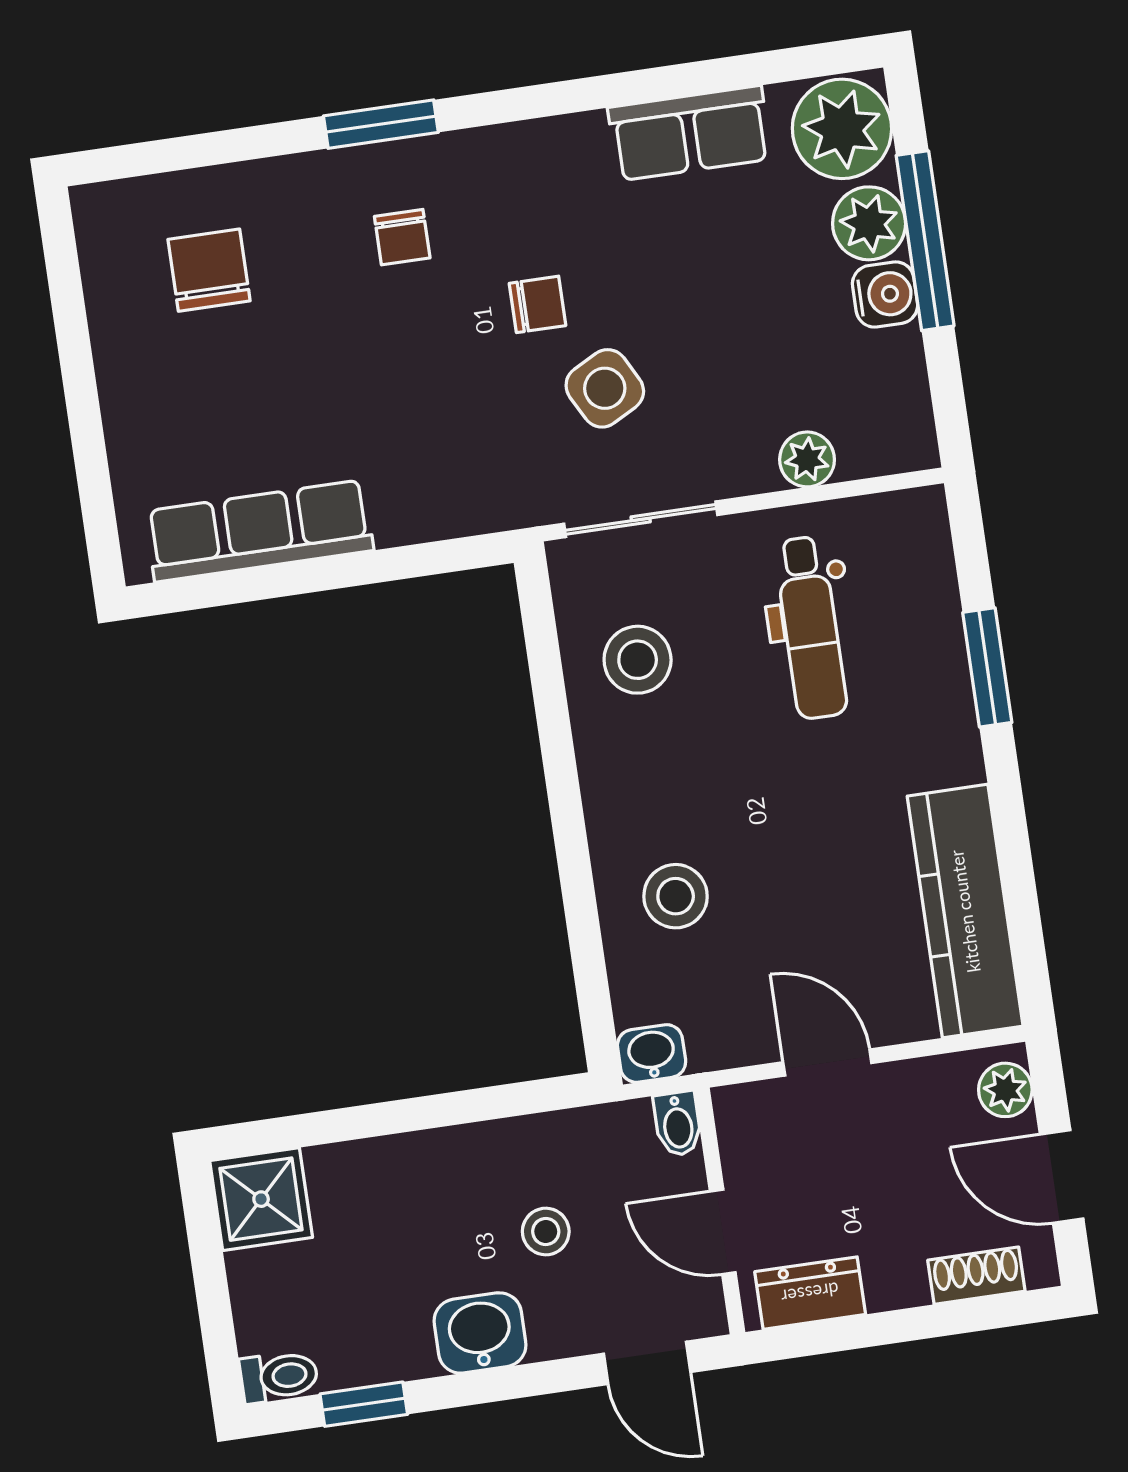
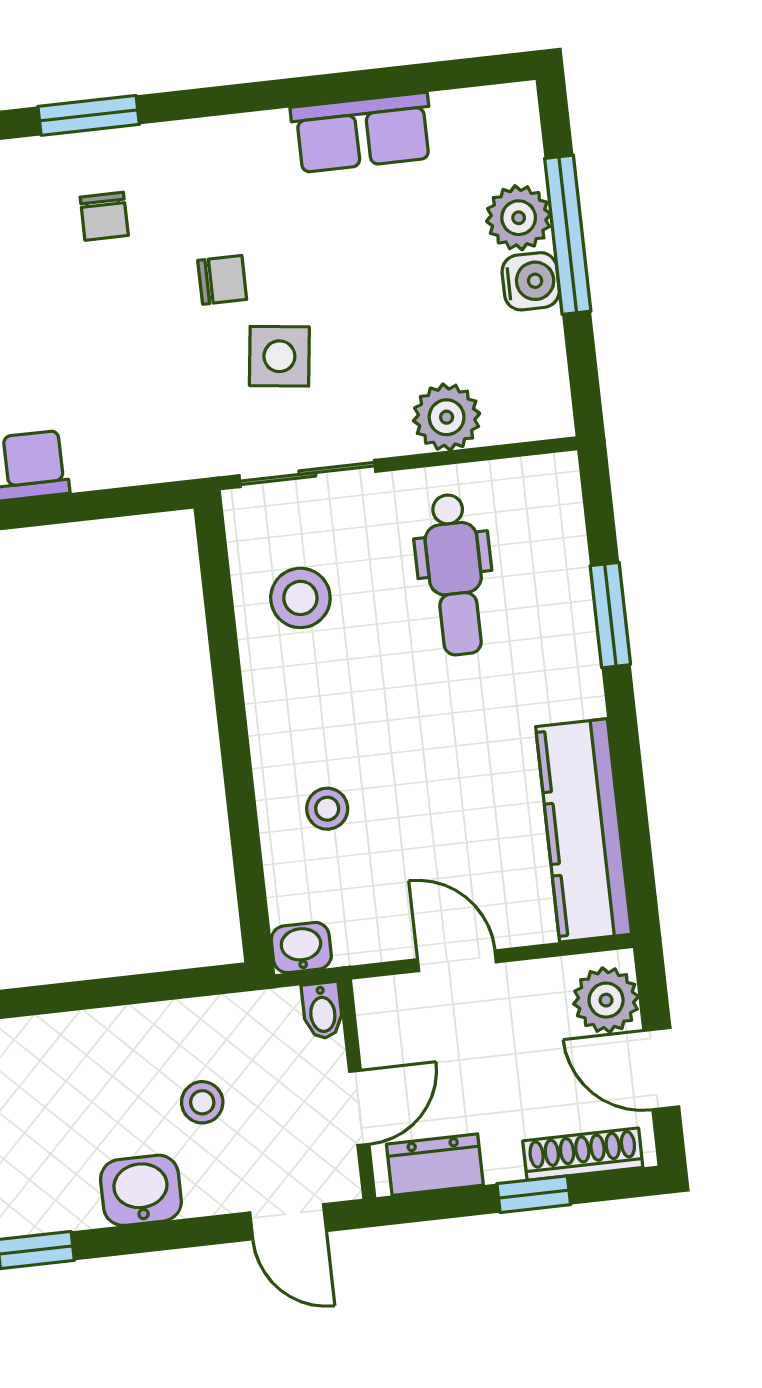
plant: (842, 129) -> (497, 133), removed
side table: (605, 388) -> (279, 356), turned 35
plant: (807, 459) -> (447, 417), width x1.38, depth x1.38
stool: (676, 896) -> (327, 809), width x0.73, depth x0.73
plant: (1005, 1090) -> (606, 1000), width x1.38, depth x1.38
door: (723, 1232) -> (359, 1108), swing flipped
shoe rack: (976, 1276) -> (583, 1154), width x1.43
window: (923, 1323) -> (534, 1194), added

